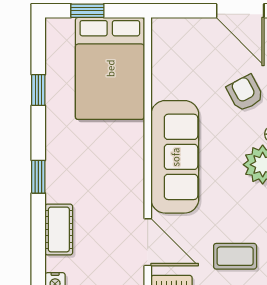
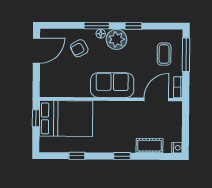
window: (87, 11) -> (36, 118), moved
sofa: (175, 157) -> (112, 85), width x0.73

